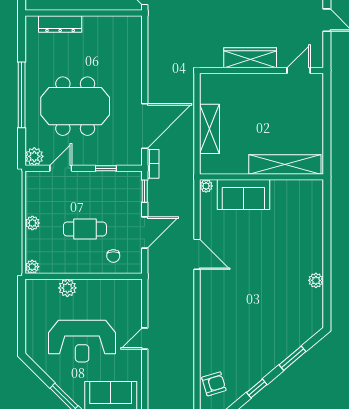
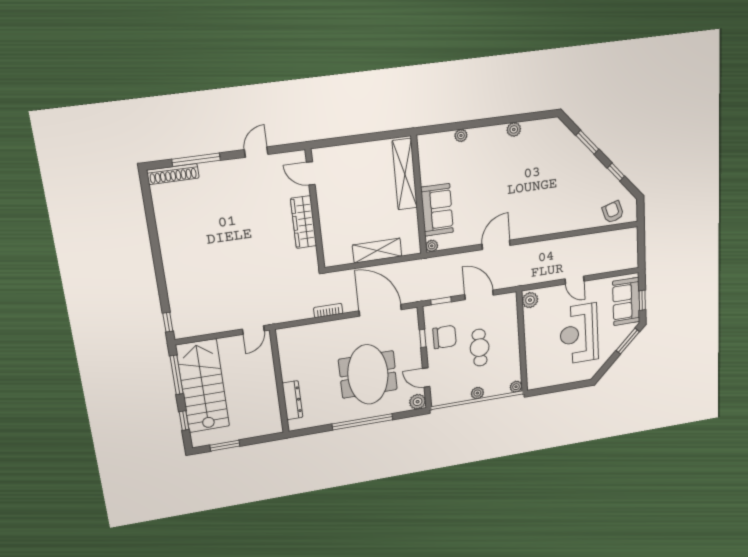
bookcase: (153, 164) -> (328, 311), moved
plant: (317, 225) -> (461, 135), added
chair: (113, 256) -> (444, 337), moved, width x1.87, depth x1.87
plant: (67, 288) -> (530, 300), moved
reception desk: (82, 341) -> (579, 334), turned 180

